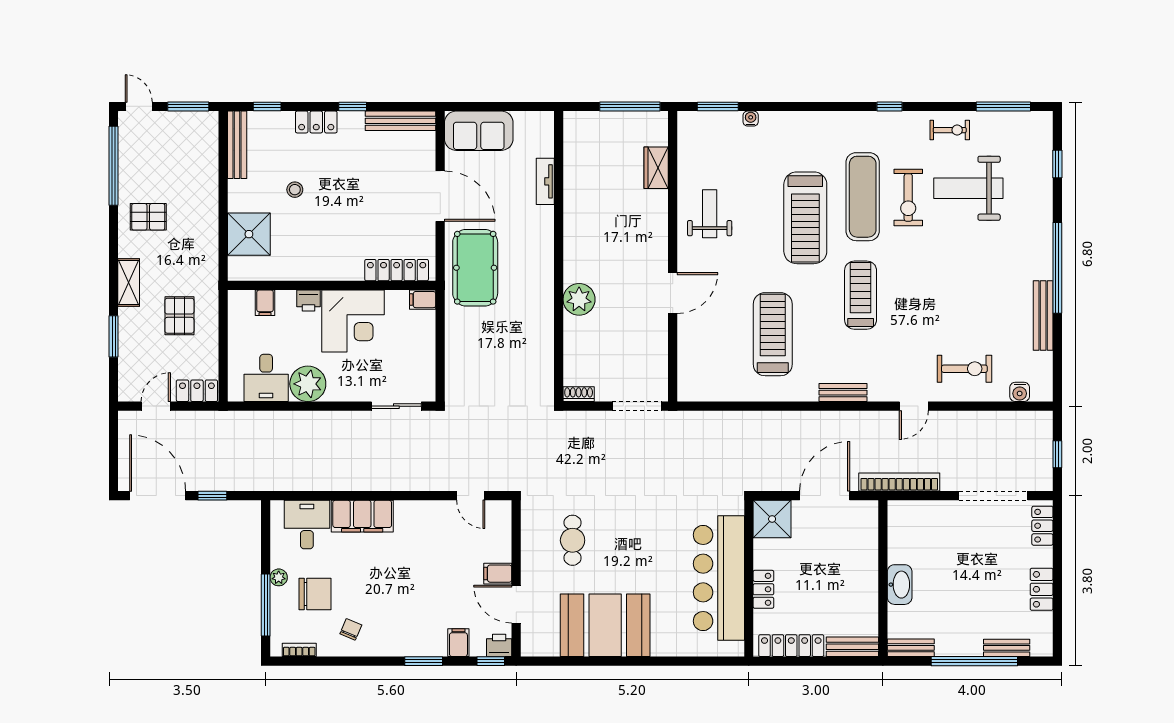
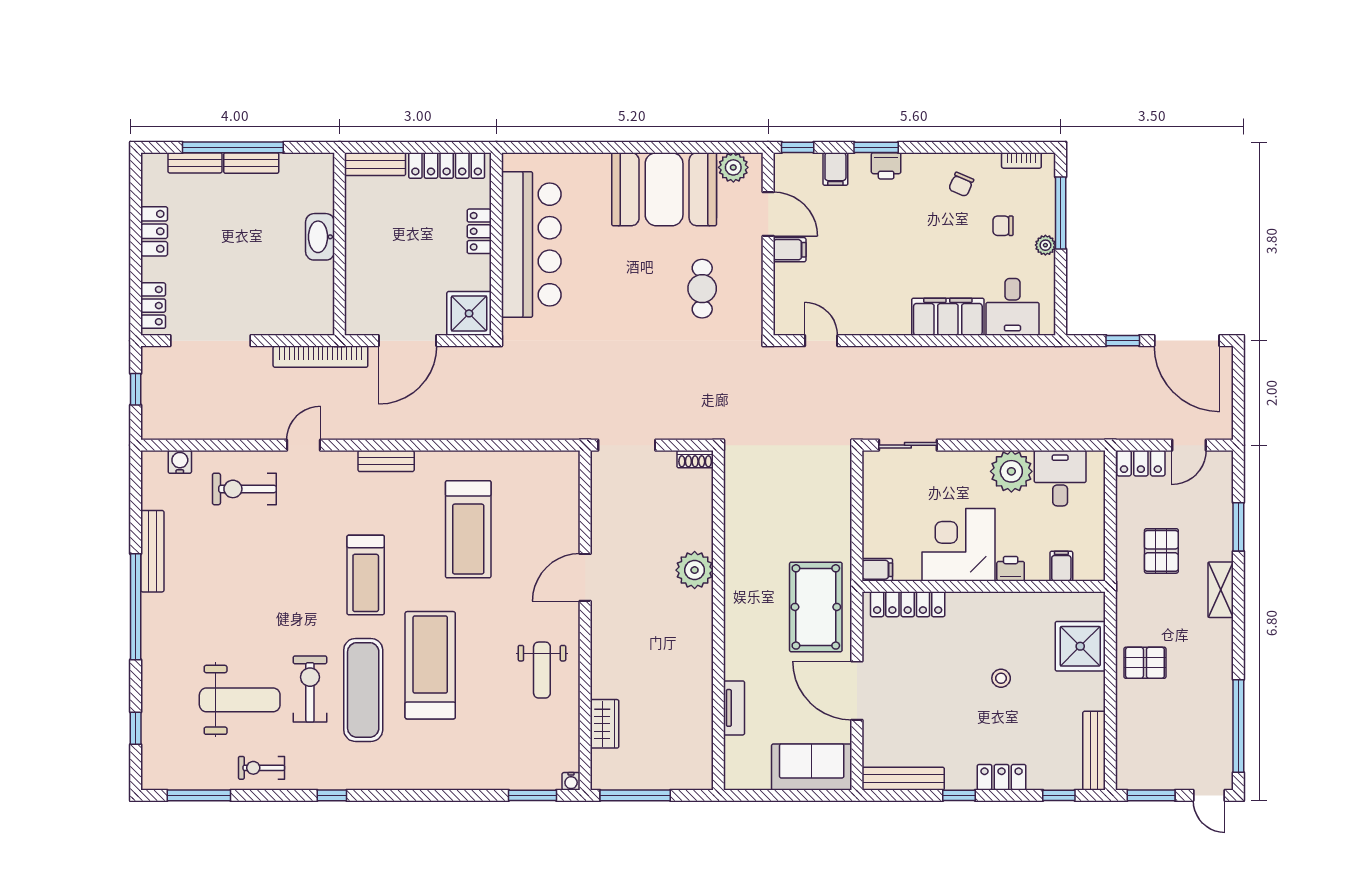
water cooler: (751, 119) -> (571, 781), moved
stool: (295, 190) -> (1001, 678), moved
pallet: (148, 217) -> (1145, 663), moved
chair: (315, 594) -> (1003, 226), width x0.54, depth x0.54
plant: (546, 644) -> (733, 167), added
printer: (499, 645) -> (886, 166), moved
bench: (911, 648) -> (251, 163), moved

